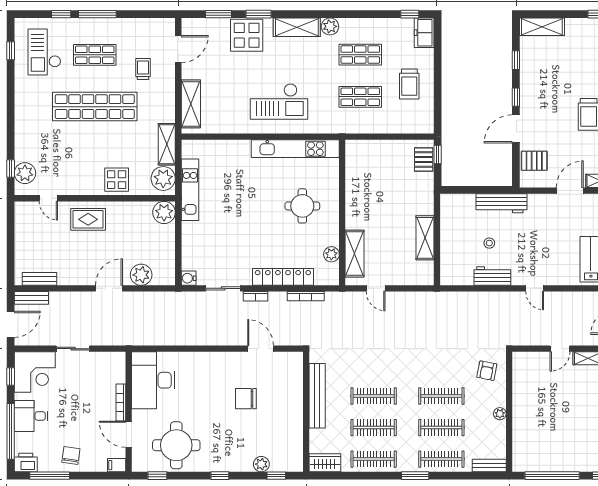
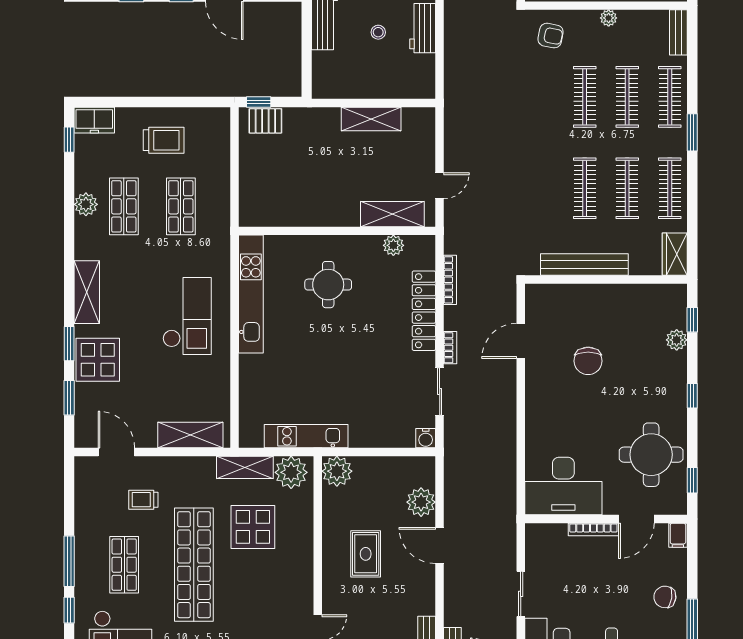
plant: (330, 26) -> (86, 204), moved
display table: (117, 180) -> (253, 527), moved, width x1.36, depth x1.36
rug: (88, 219) -> (366, 554), moved

